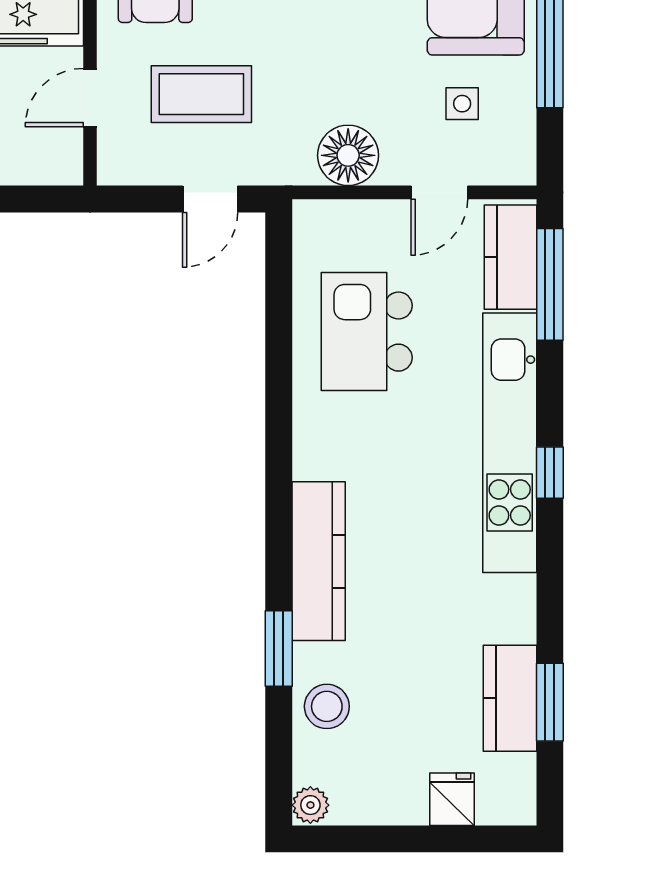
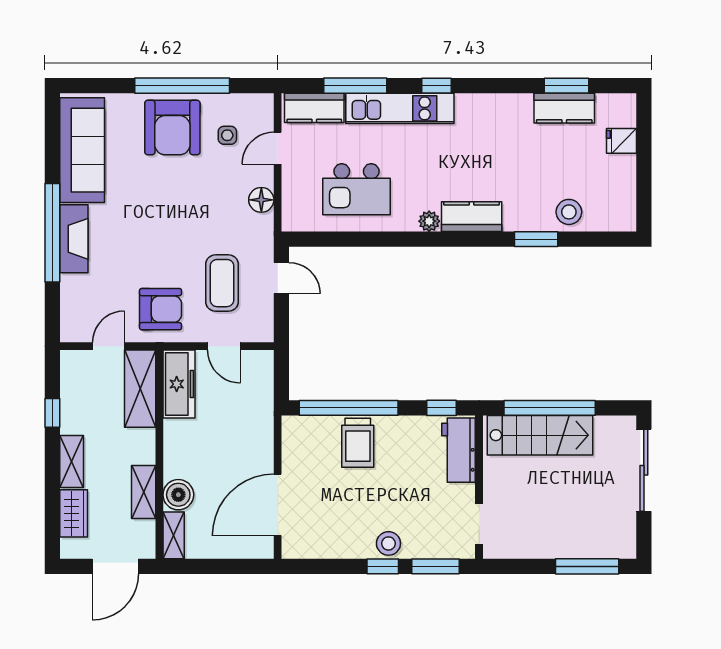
floor lamp: (348, 155) -> (261, 200), width x0.73, depth x0.73
door: (439, 192) -> (278, 148), swing flipped
window: (550, 284) -> (355, 86), moved
kitchen unit: (510, 443) -> (400, 108), width x0.73
kitchen counter: (319, 561) -> (472, 217), width x0.67
plant: (310, 805) -> (429, 221), moved

